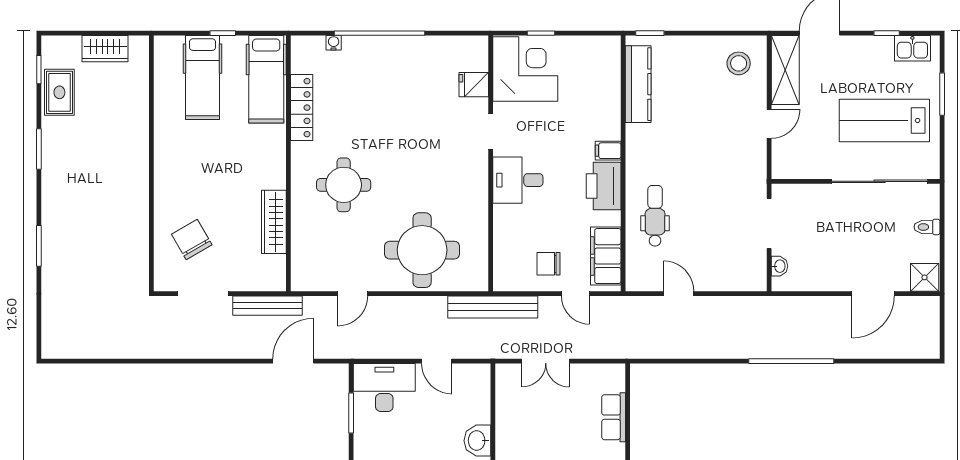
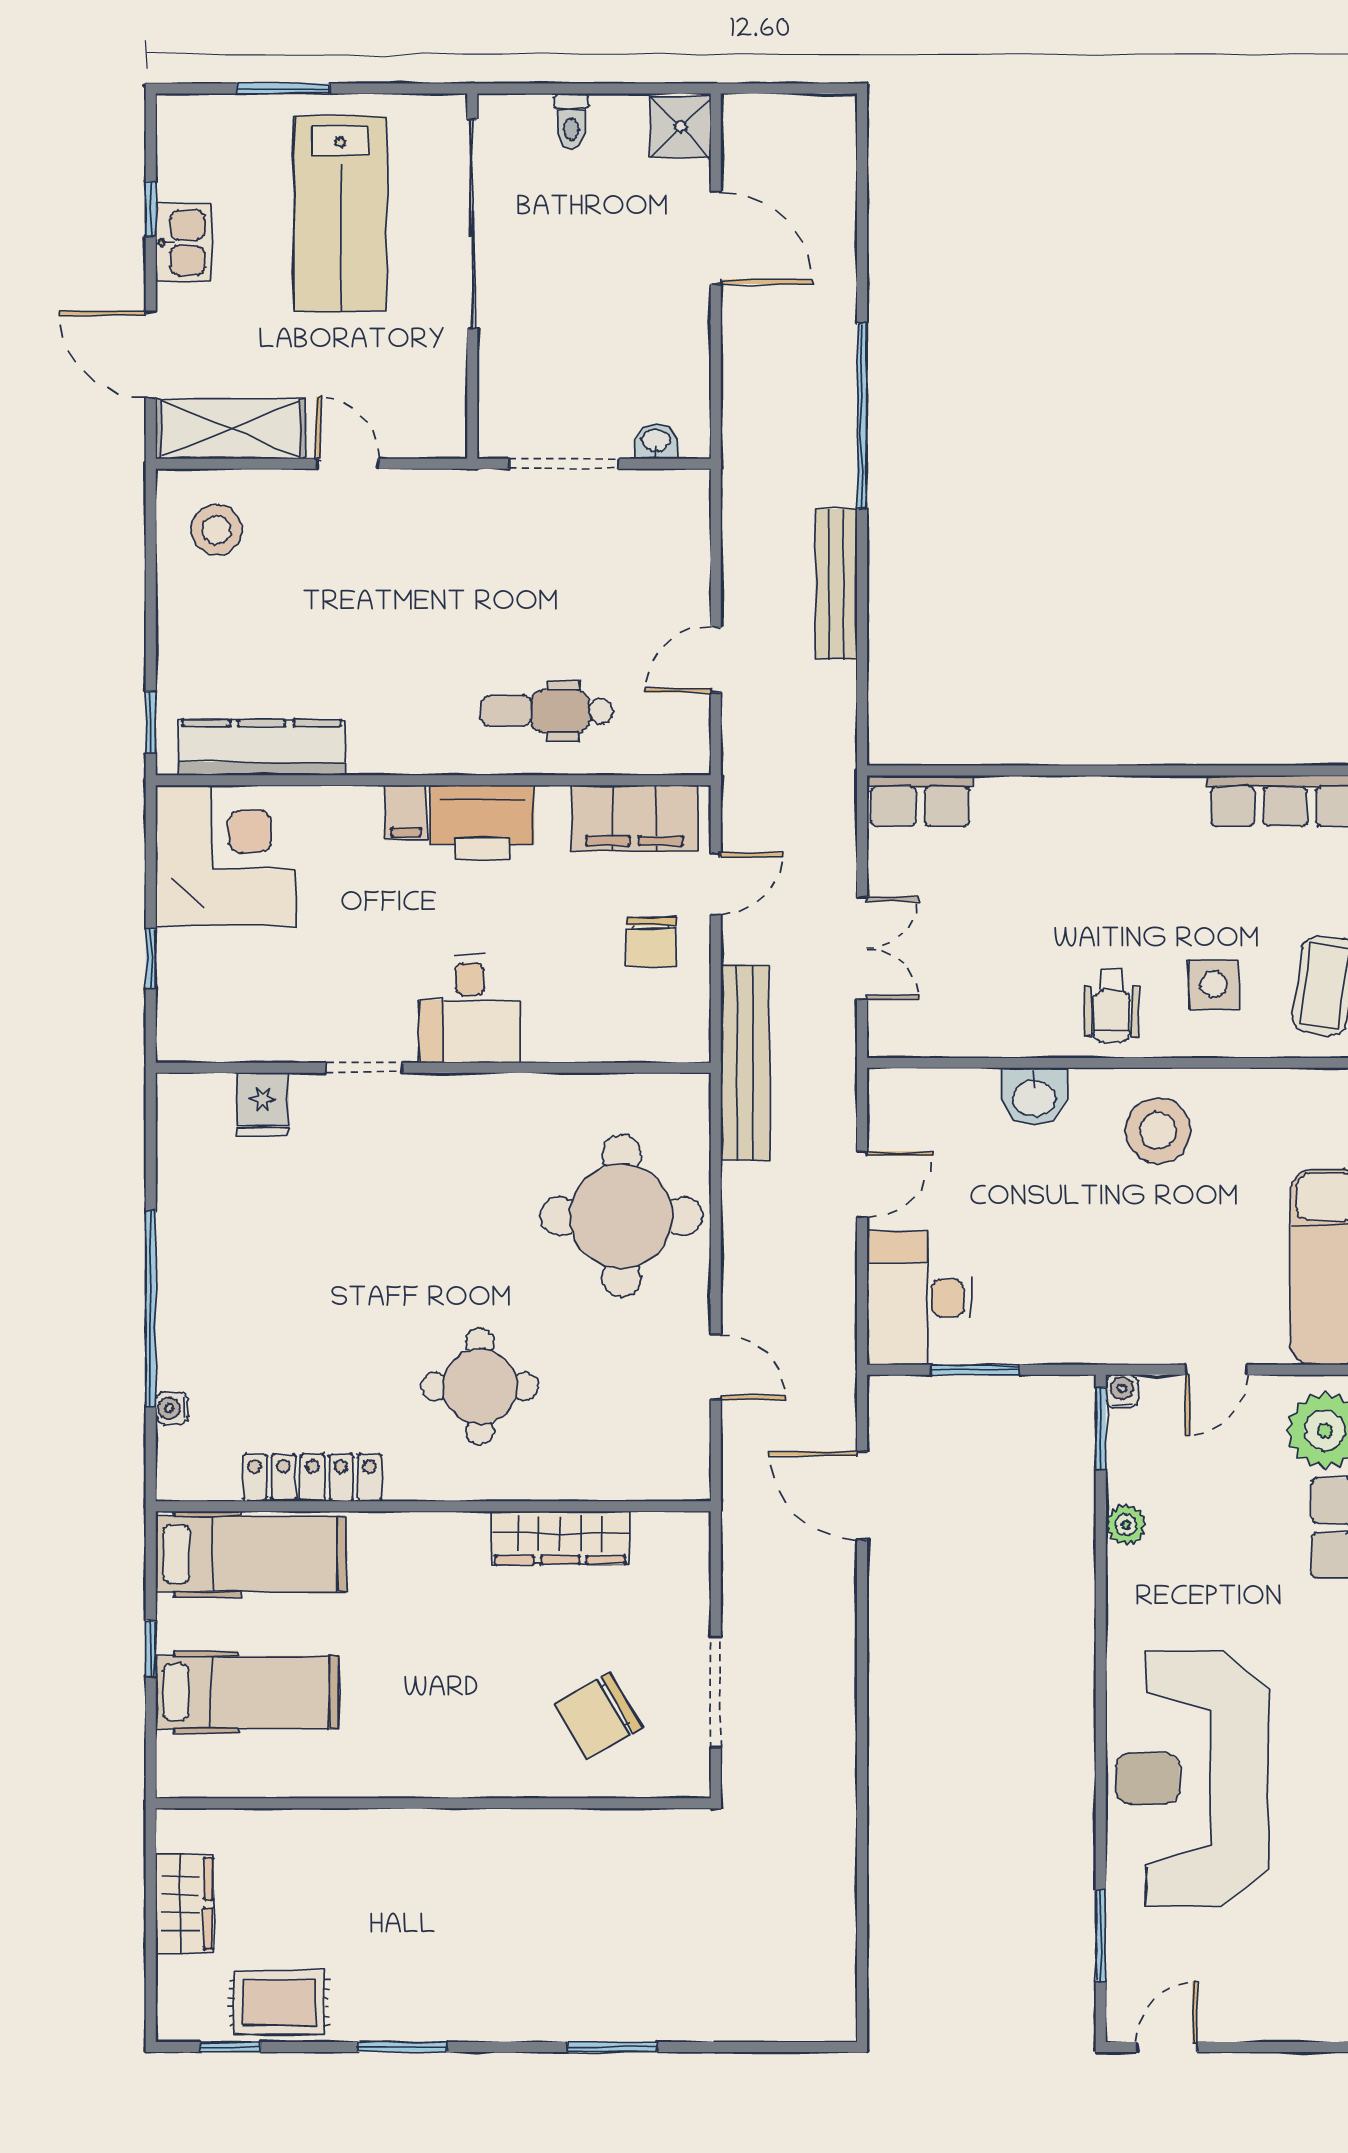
kitchen sink: (912, 48) -> (184, 243), moved
corner desk: (525, 69) -> (226, 855), moved, turned 90
bench: (267, 306) -> (836, 584), moved
row of seats: (614, 417) -> (920, 801), moved

